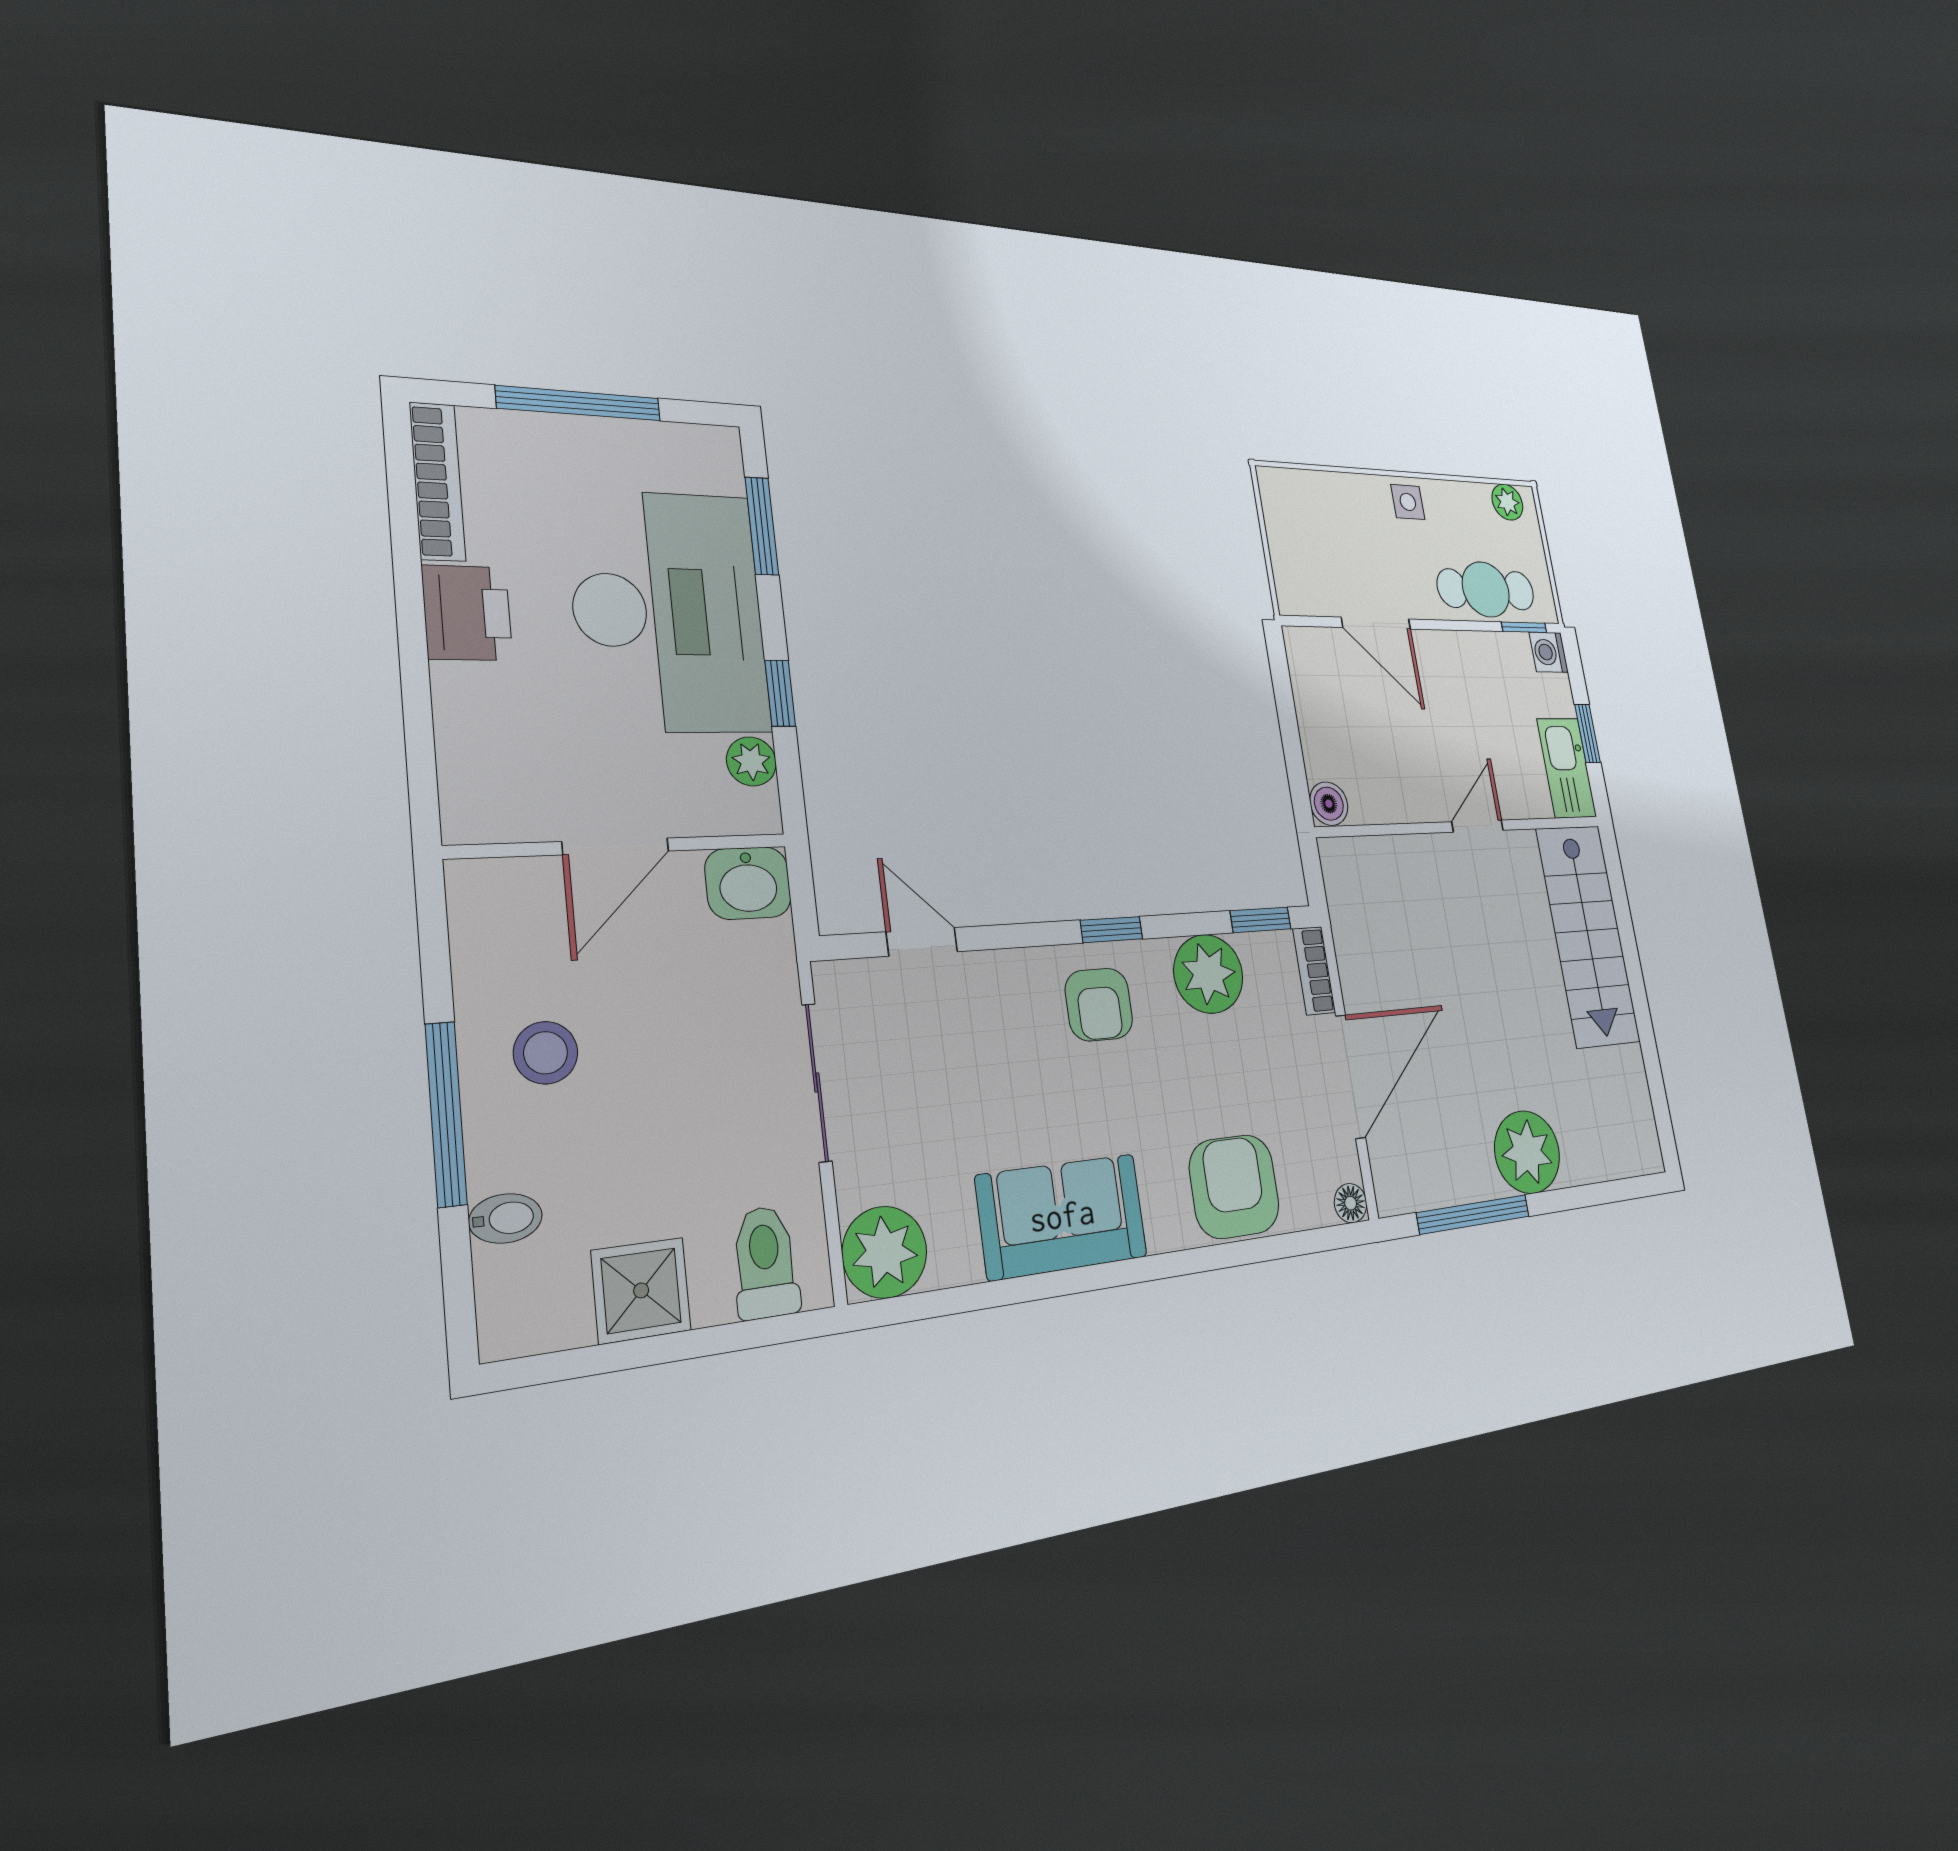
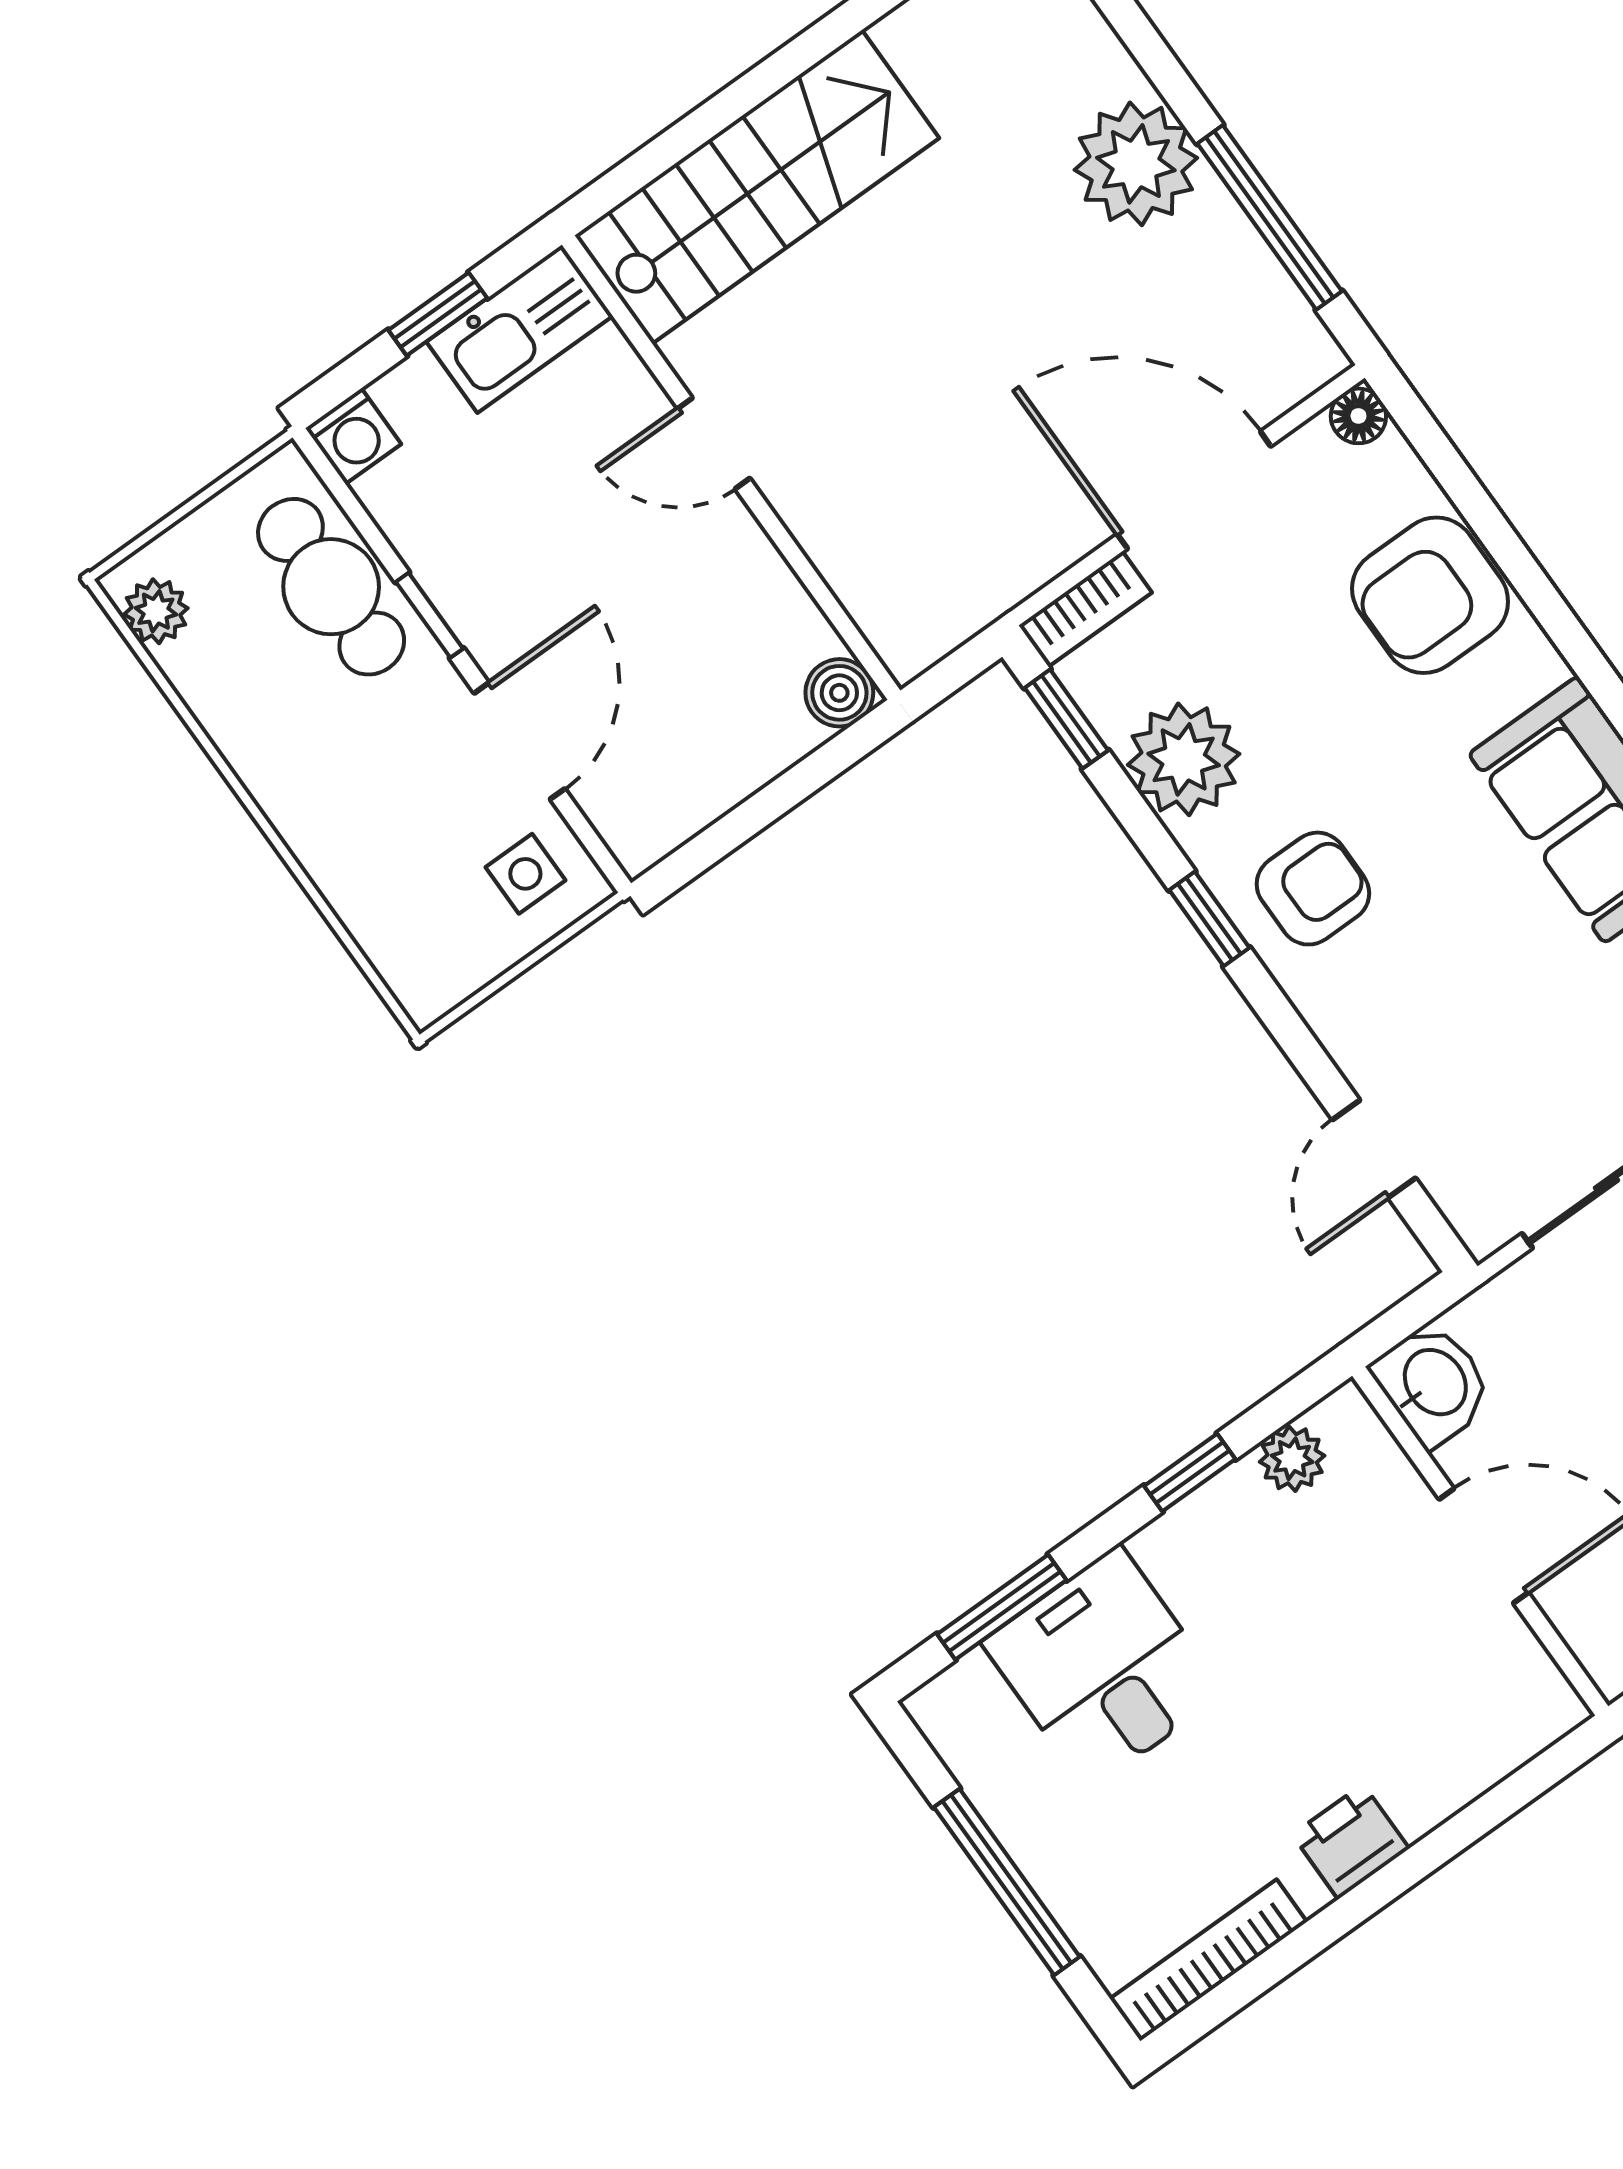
side table: (1408, 502) -> (525, 874), moved
desk: (669, 611) -> (1104, 1668), width x0.53, depth x0.77
printer: (467, 613) -> (1351, 1842), width x0.73, depth x0.81
window: (1524, 627) -> (430, 615), moved

